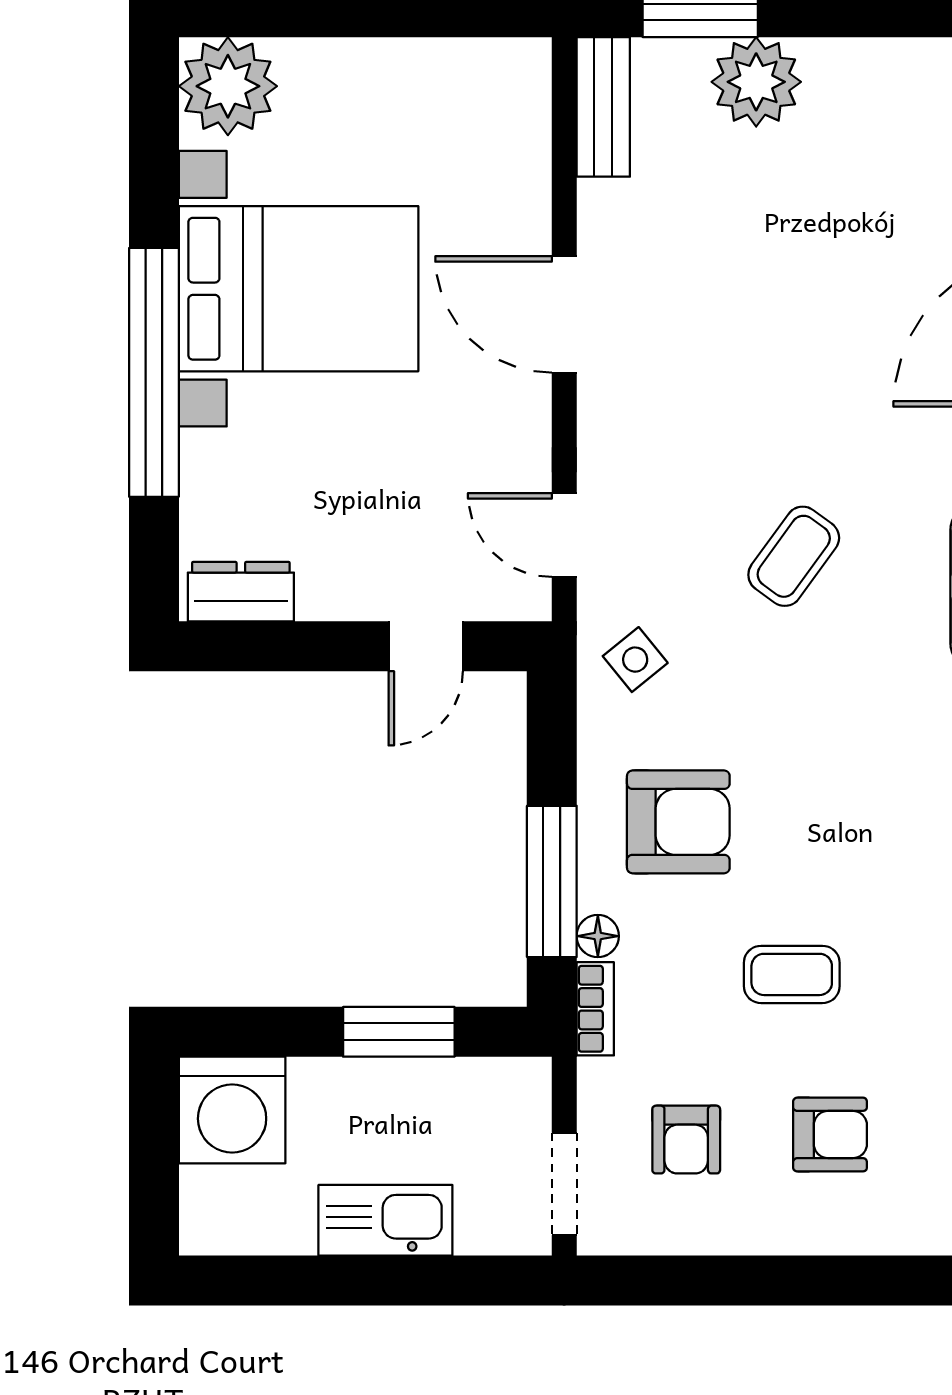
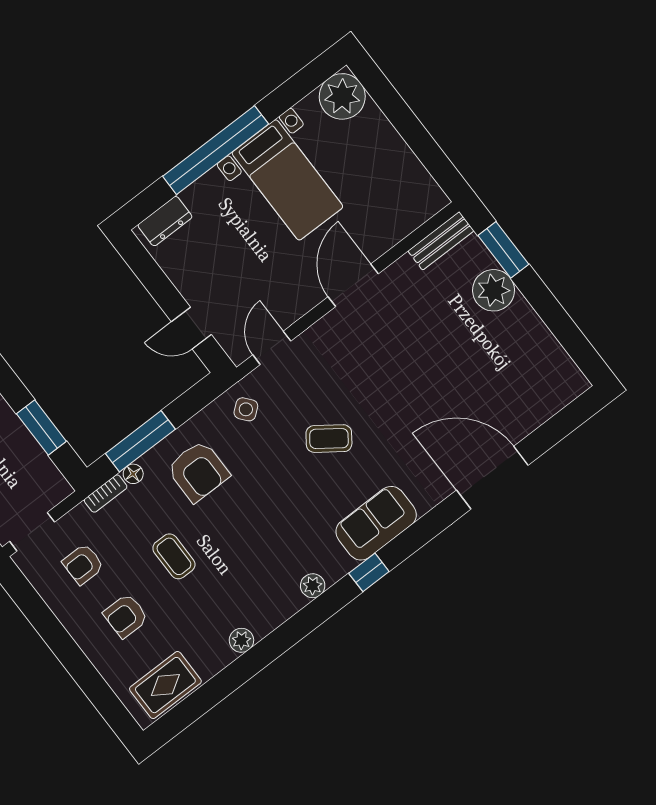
bed with nightstands: (299, 289) -> (287, 180), width x0.73
dresser: (241, 592) -> (165, 221), moved, turned 90
armchair: (830, 1135) -> (126, 616), turned 90

